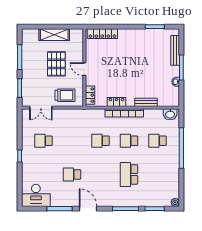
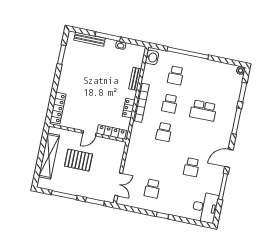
shelving: (54, 35) -> (49, 156), width x1.47
trolley: (65, 95) -> (111, 158), removed
locker: (90, 95) -> (112, 132), width x1.53

